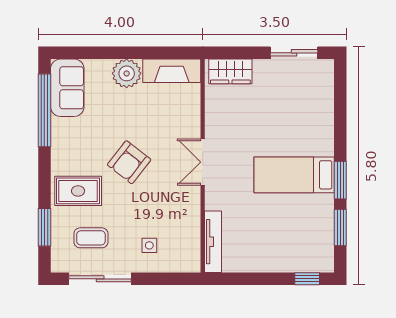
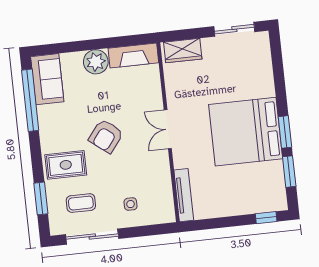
bed: (294, 175) -> (246, 132), width x2.04

